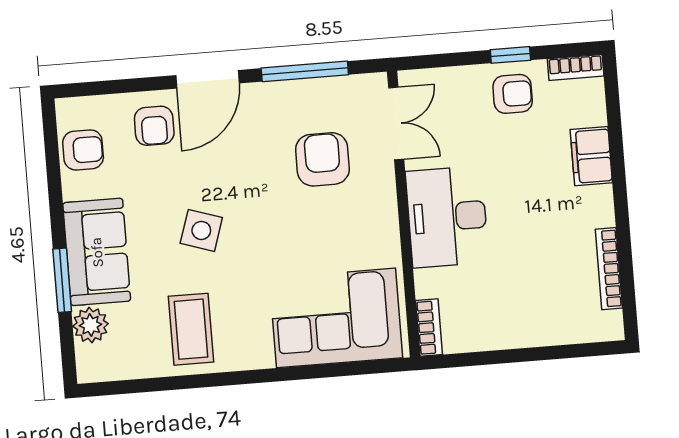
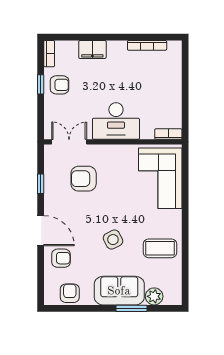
window: (305, 71) -> (41, 184), width x0.46
armchair: (513, 94) -> (59, 85), turned 90
side table: (201, 230) -> (113, 240), turned 45

